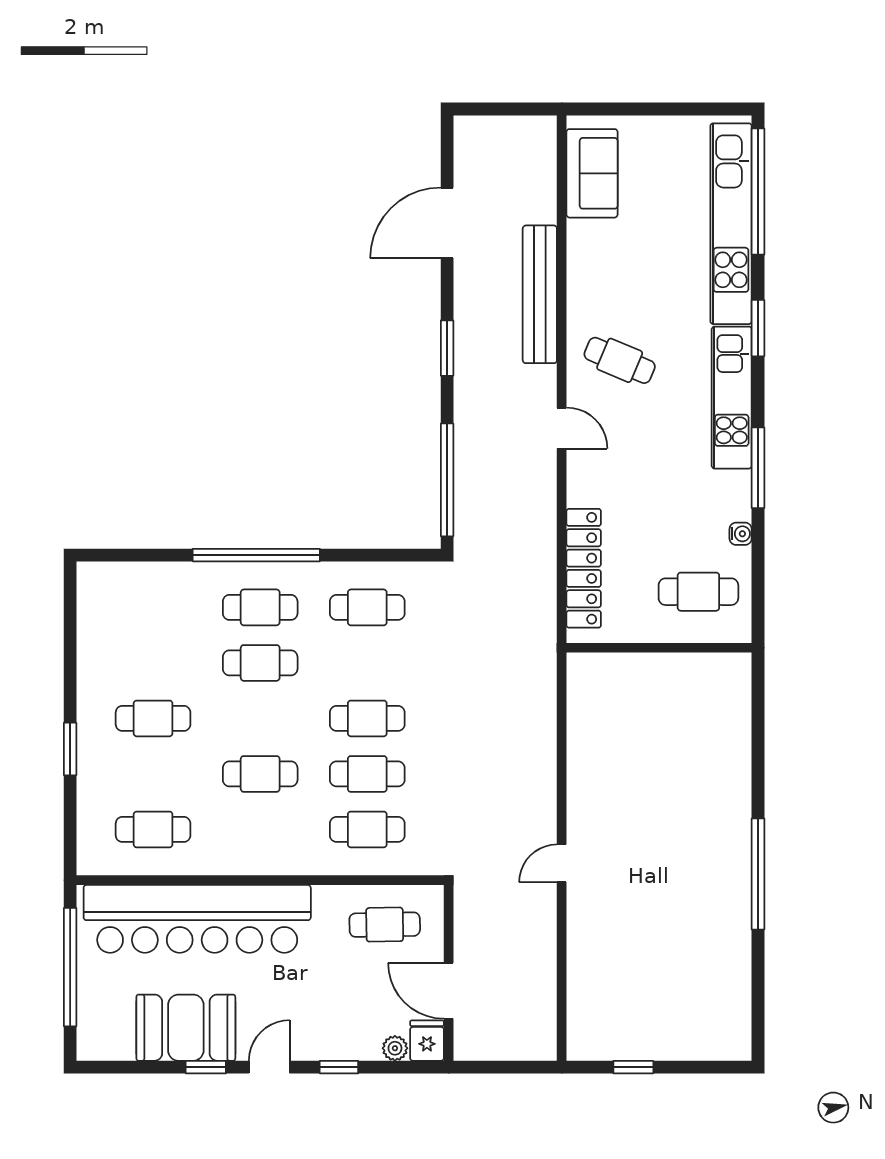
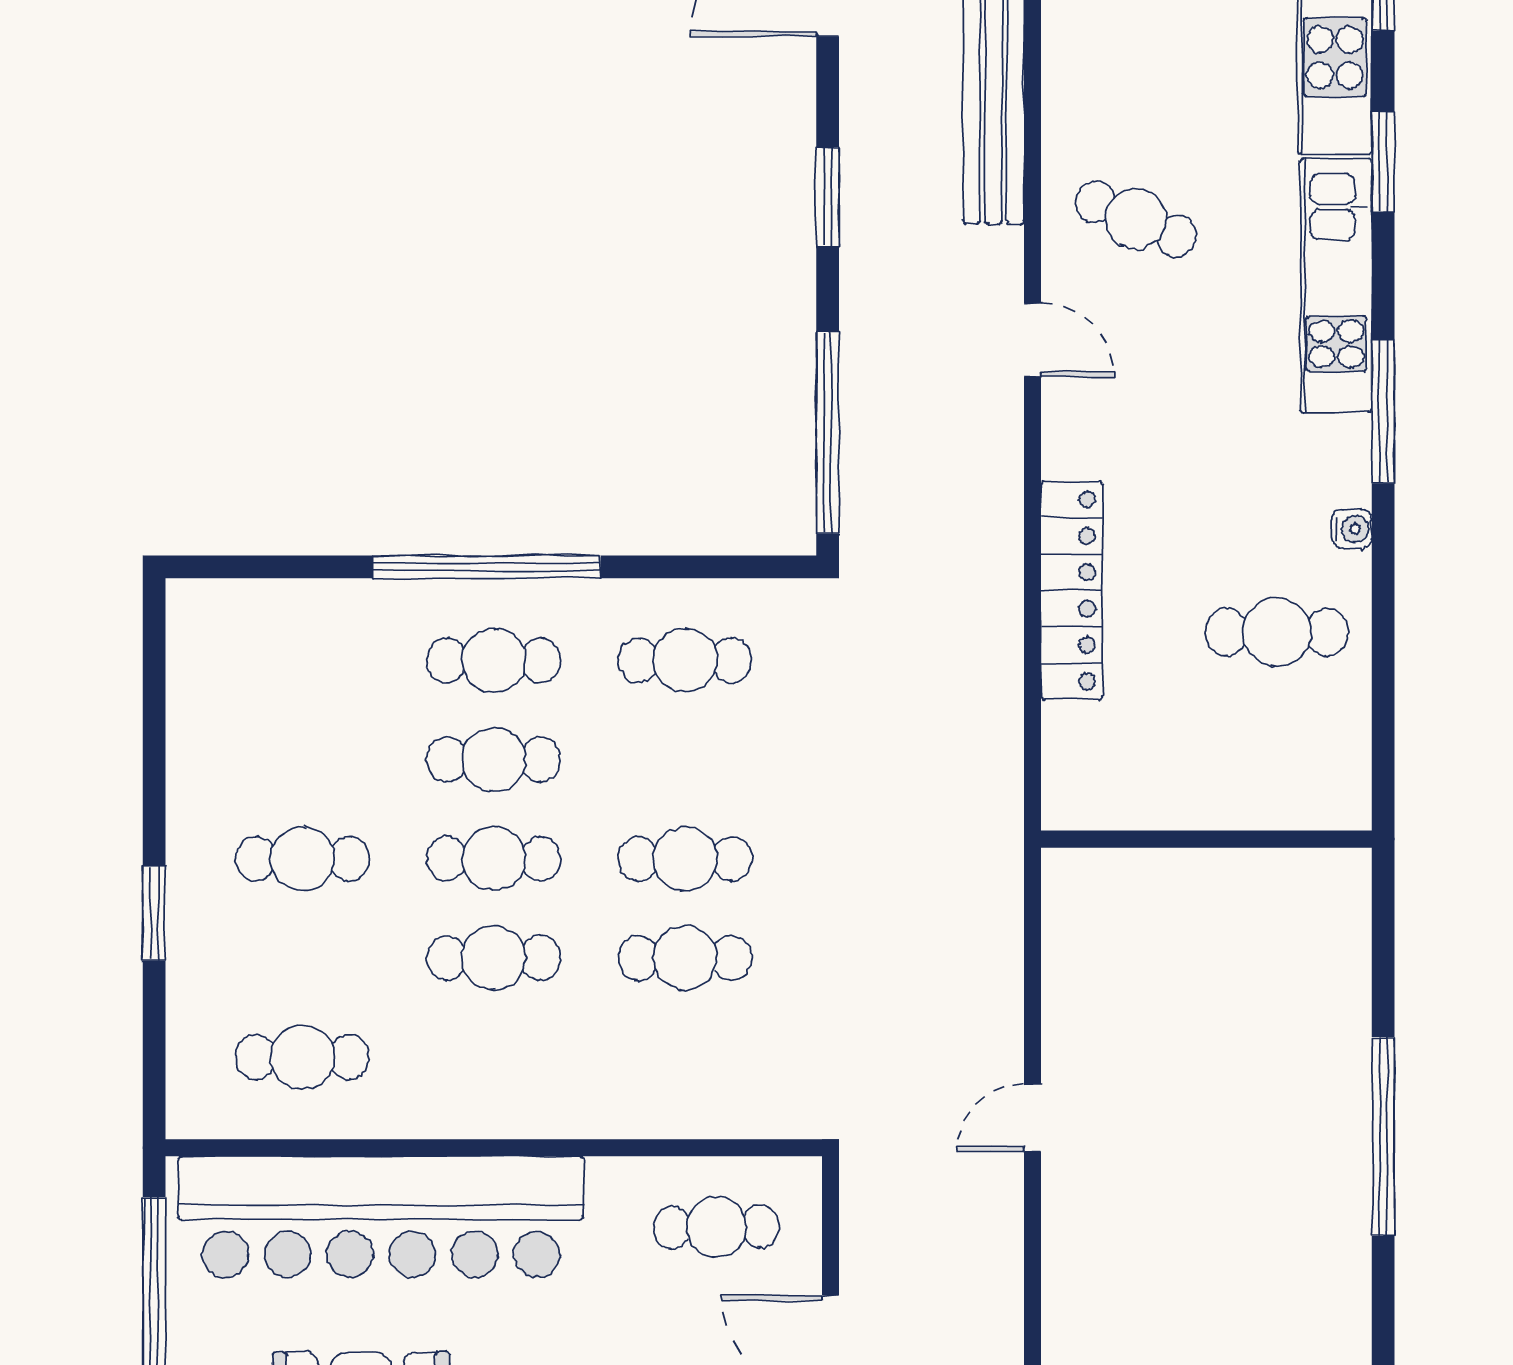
wall: (659, 648) -> (1206, 839), moved
cafe table: (367, 829) -> (494, 859), moved

